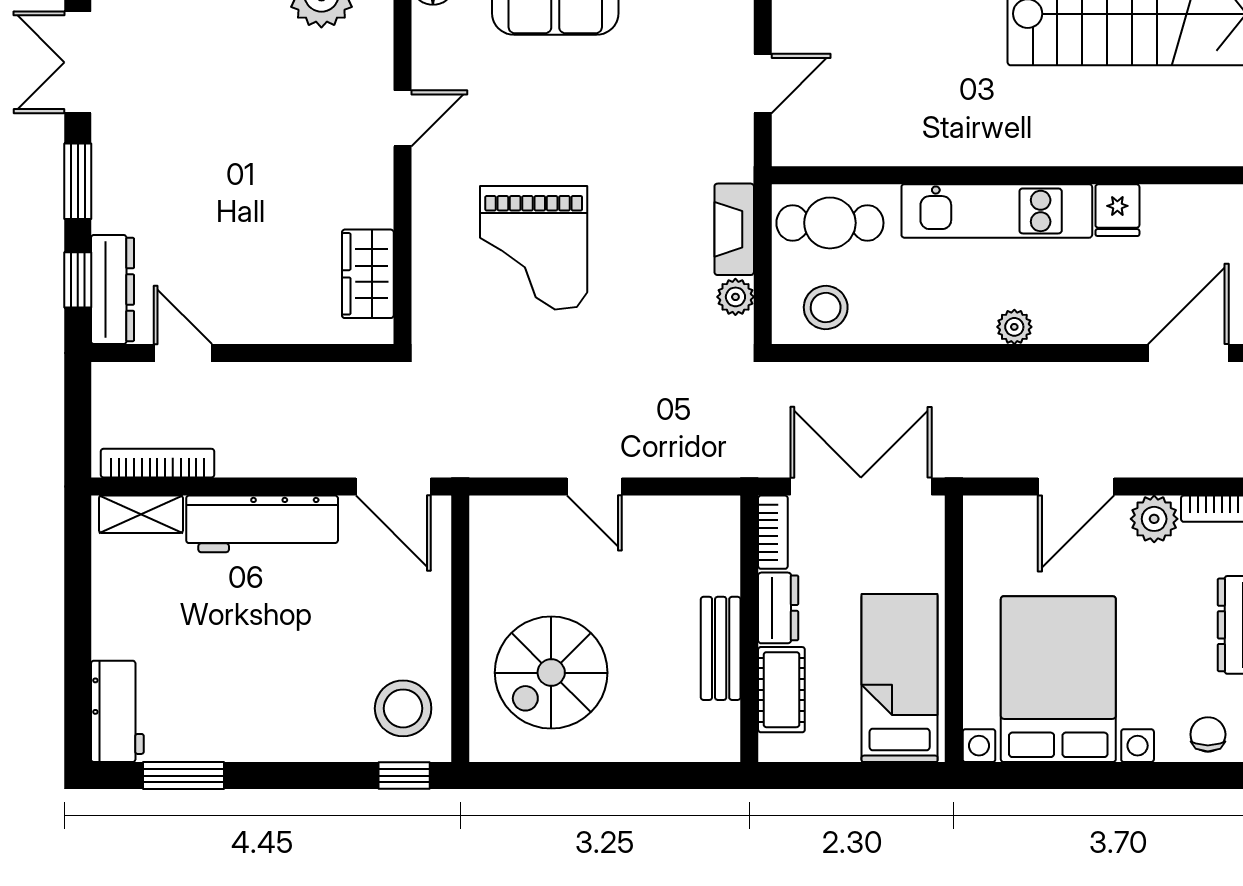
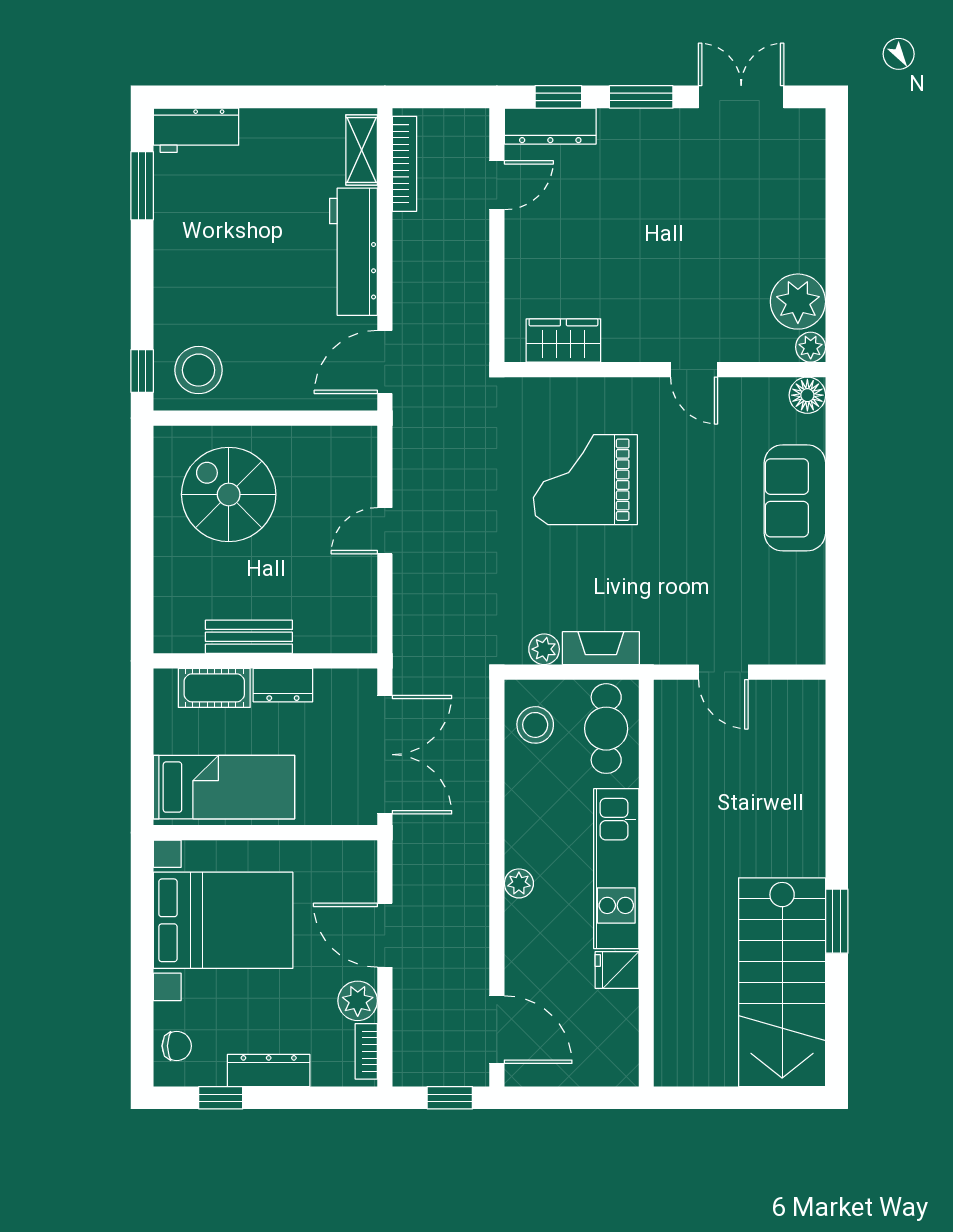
bookcase: (773, 532) -> (347, 681), removed

